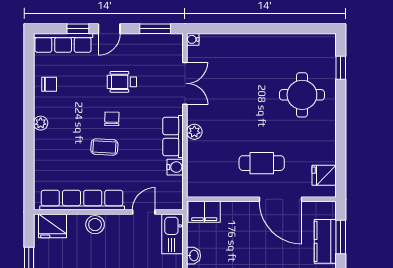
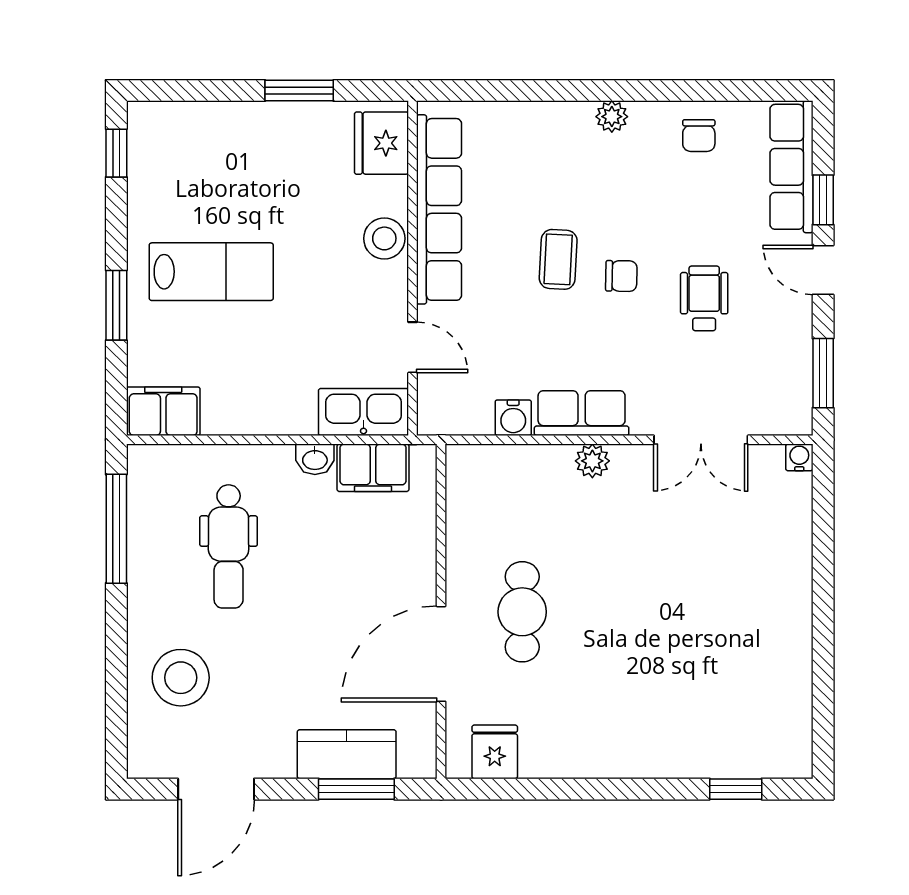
round table: (302, 95) -> (675, 702), removed
filing cabinet: (204, 212) -> (373, 468), moved, turned -90

